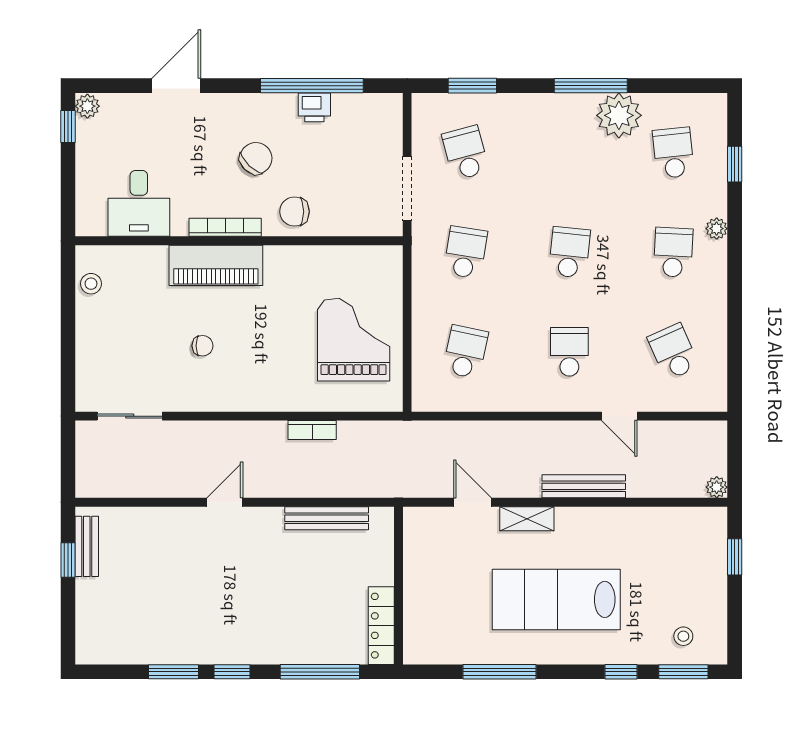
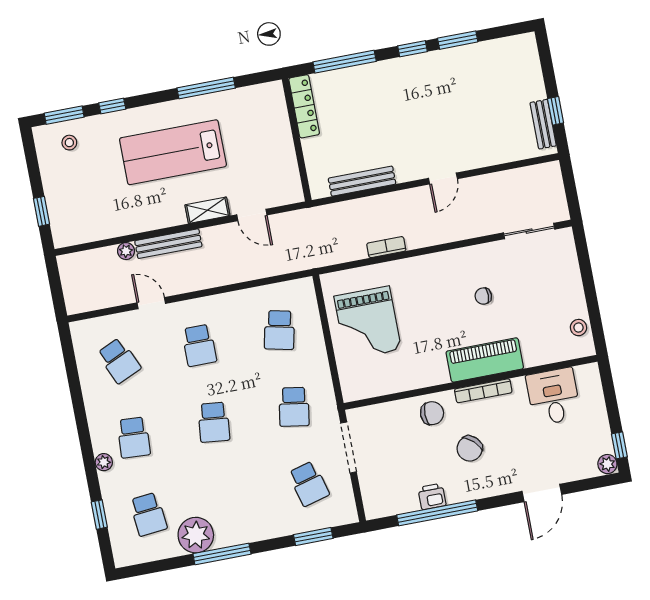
plant: (717, 487) -> (126, 251), moved
lab bench: (556, 599) -> (173, 152), turned 180

